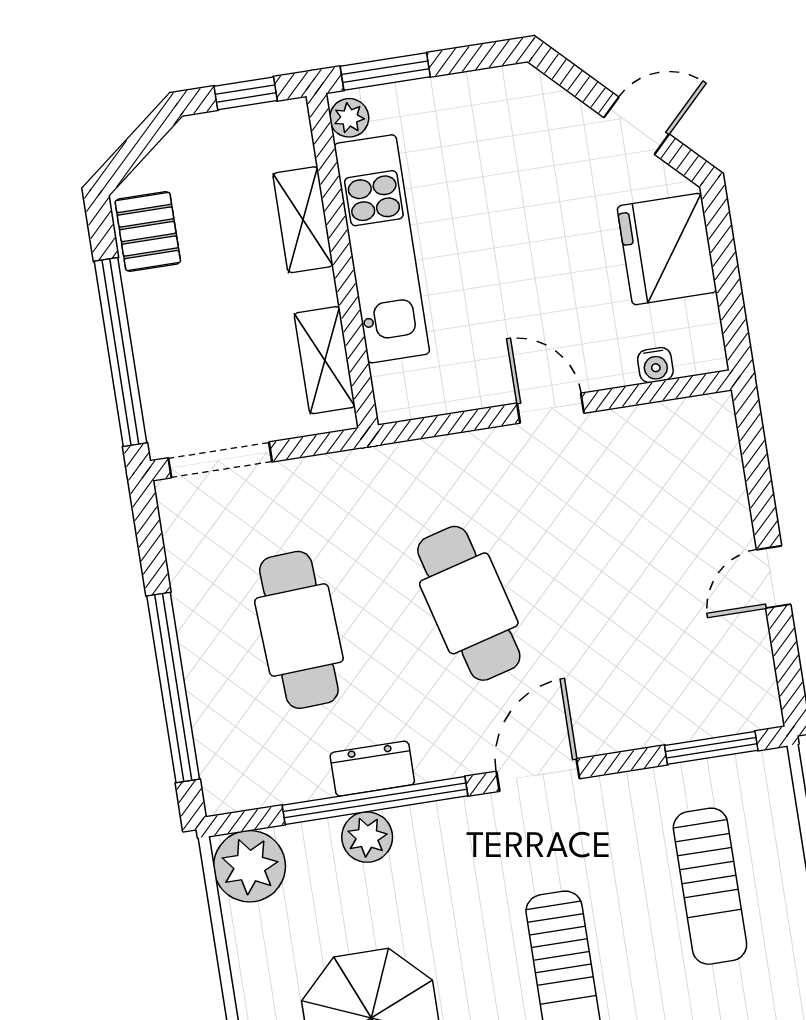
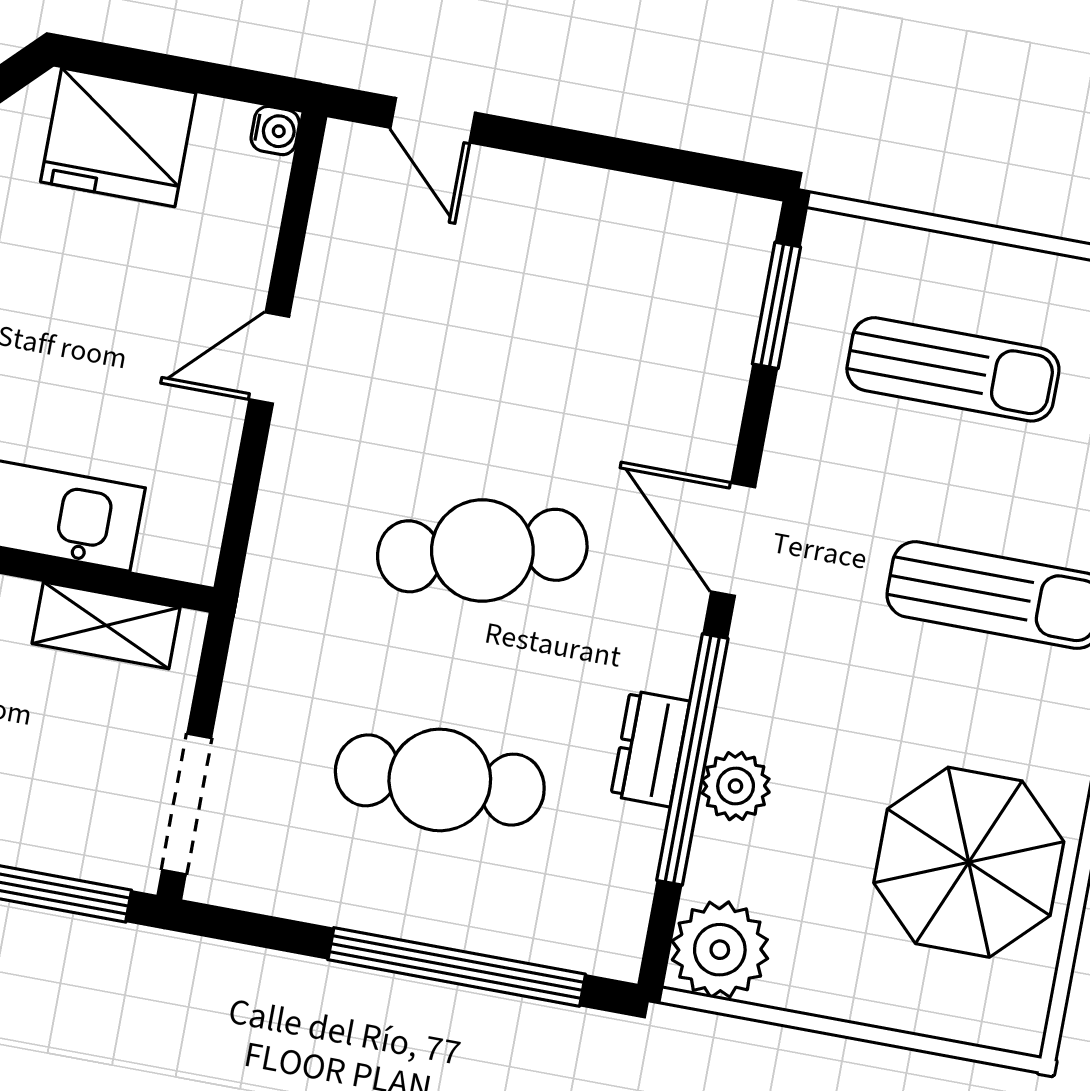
water cooler: (655, 365) -> (275, 131), moved
door: (774, 577) -> (433, 120), moved

